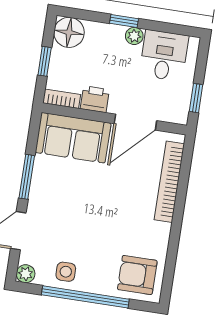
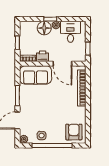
floor lamp: (69, 32) -> (44, 28), moved
door: (135, 122) -> (62, 64), hinge flipped
armchair: (137, 275) -> (74, 132), turned 90

